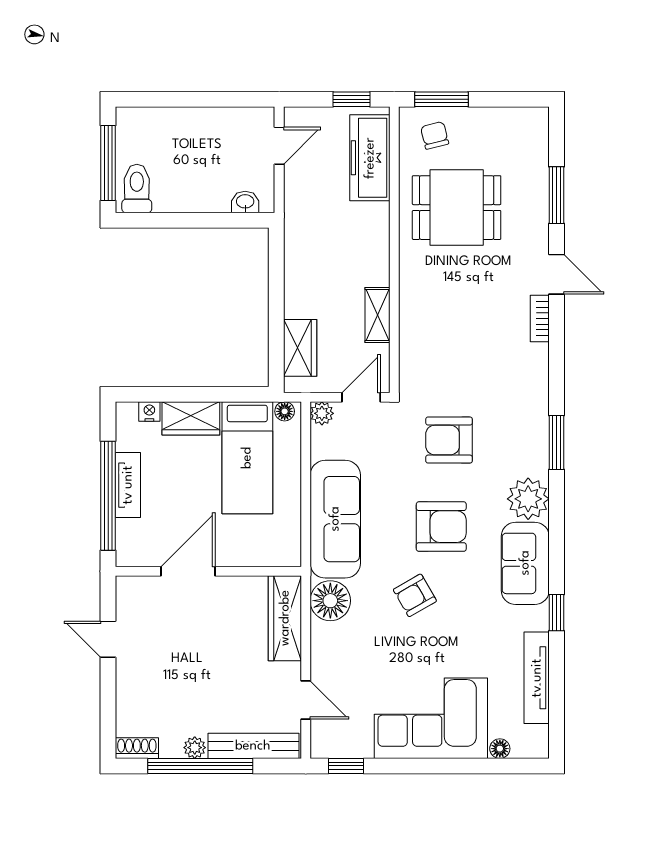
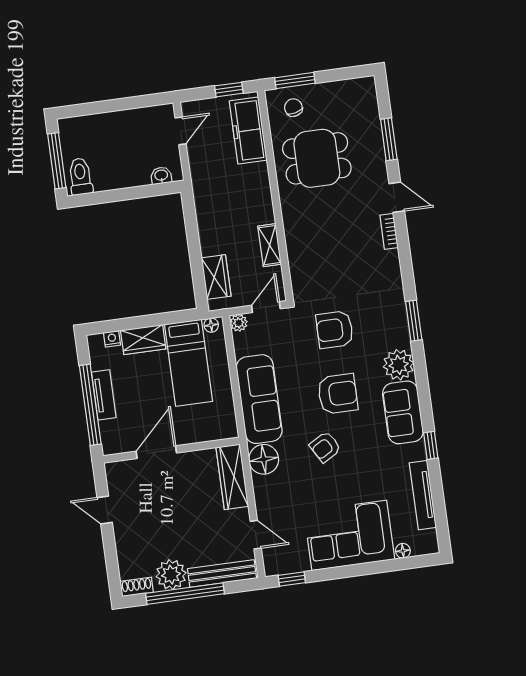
plant: (195, 748) -> (171, 575), width x1.88, depth x1.88

